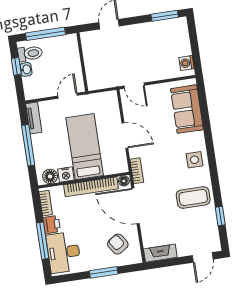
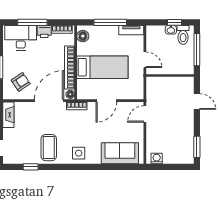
nightstand: (66, 175) -> (82, 49), removed

